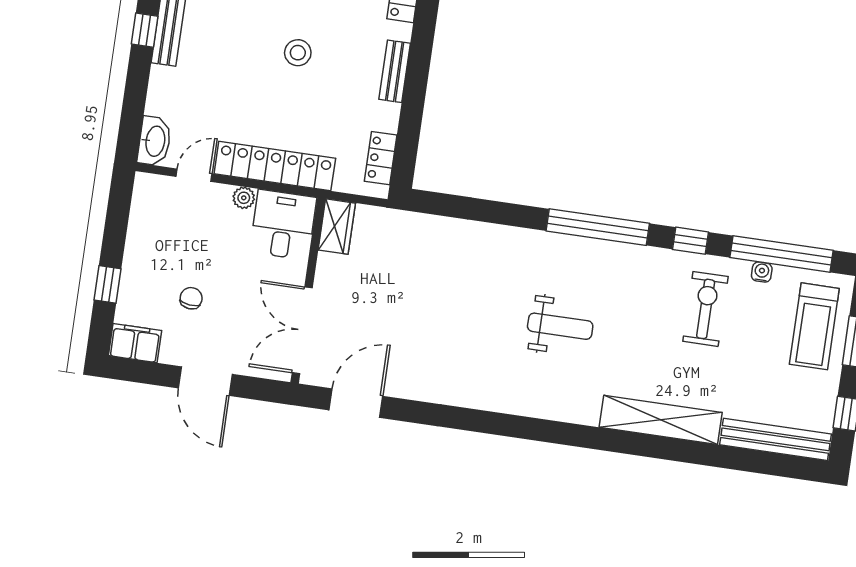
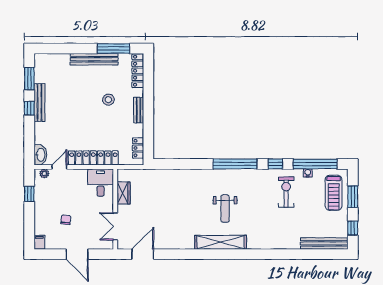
stool: (298, 53) -> (108, 100), moved
plant: (244, 198) -> (44, 173), moved
wardrobe: (337, 227) -> (124, 193), moved
window: (108, 284) -> (29, 194), moved
weight bench: (560, 326) -> (225, 209), turned 90
double door: (302, 330) -> (115, 226), width x0.73
filing cabinet: (135, 343) -> (39, 242), width x0.50
shelving: (661, 420) -> (221, 242), moved

